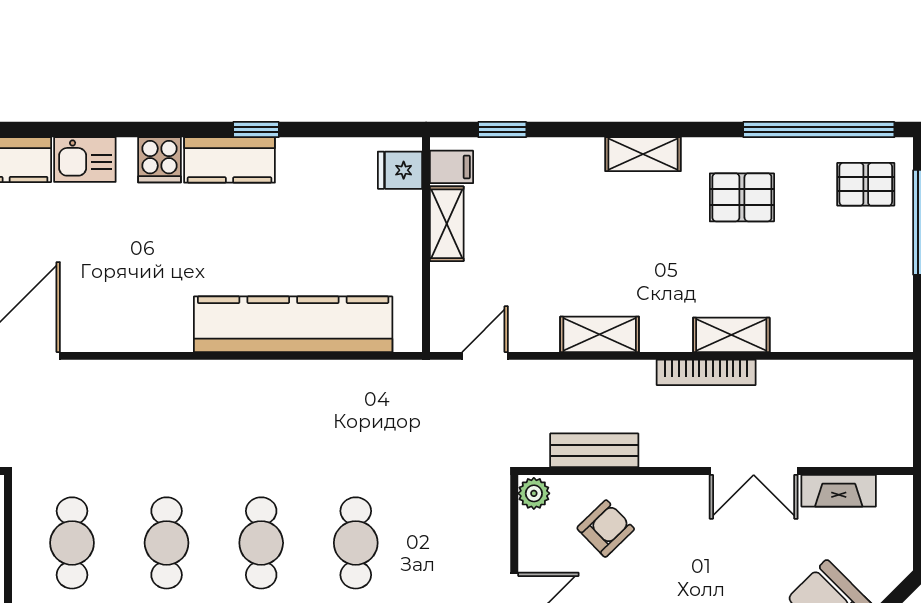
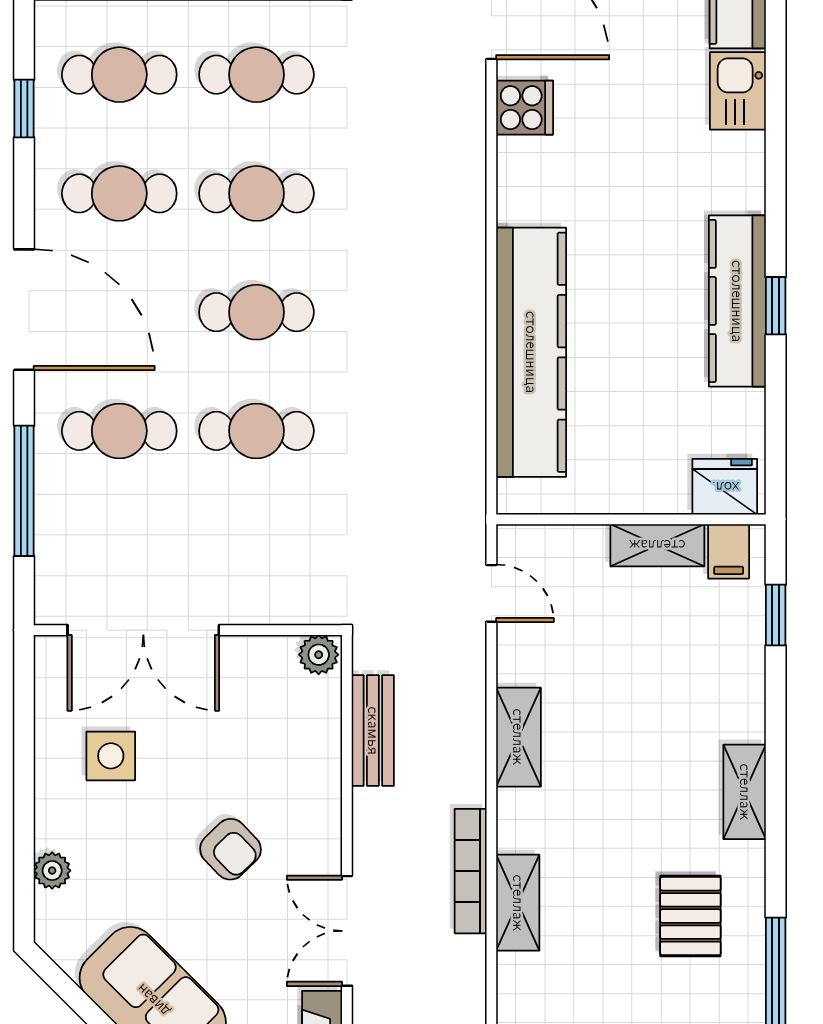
cooker: (160, 160) -> (525, 108), moved, turned 180
kitchen counter: (229, 160) -> (737, 301), width x1.50
fridge: (400, 170) -> (725, 487), width x1.38
armchair: (606, 529) -> (231, 849), moved

